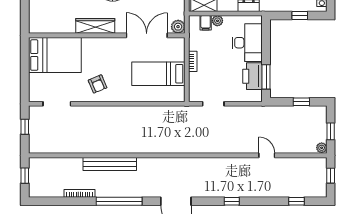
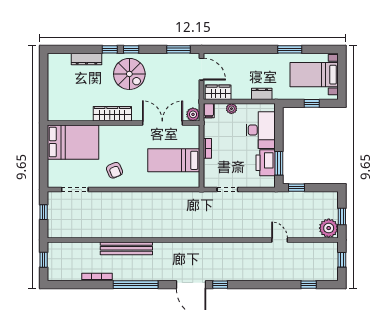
filing cabinet: (206, 23) -> (209, 111), moved
window: (301, 102) -> (297, 188), moved
plant: (322, 148) -> (329, 228), width x1.88, depth x1.88
window: (232, 201) -> (220, 285), moved

